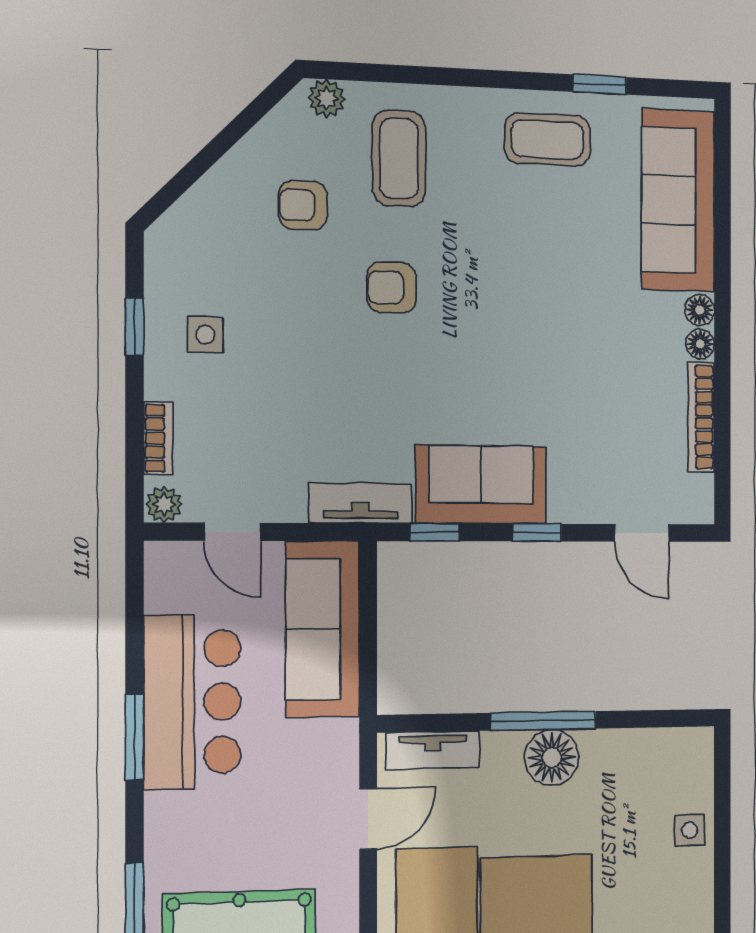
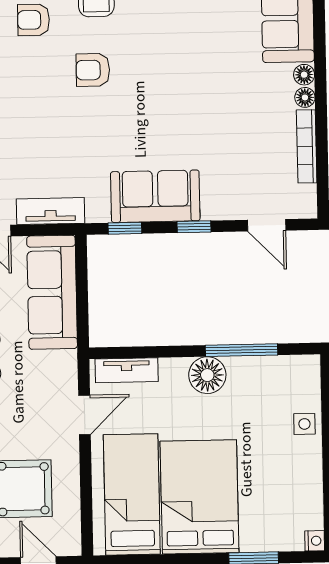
tv unit: (360, 503) -> (50, 211), moved
window: (543, 721) -> (241, 350), moved

